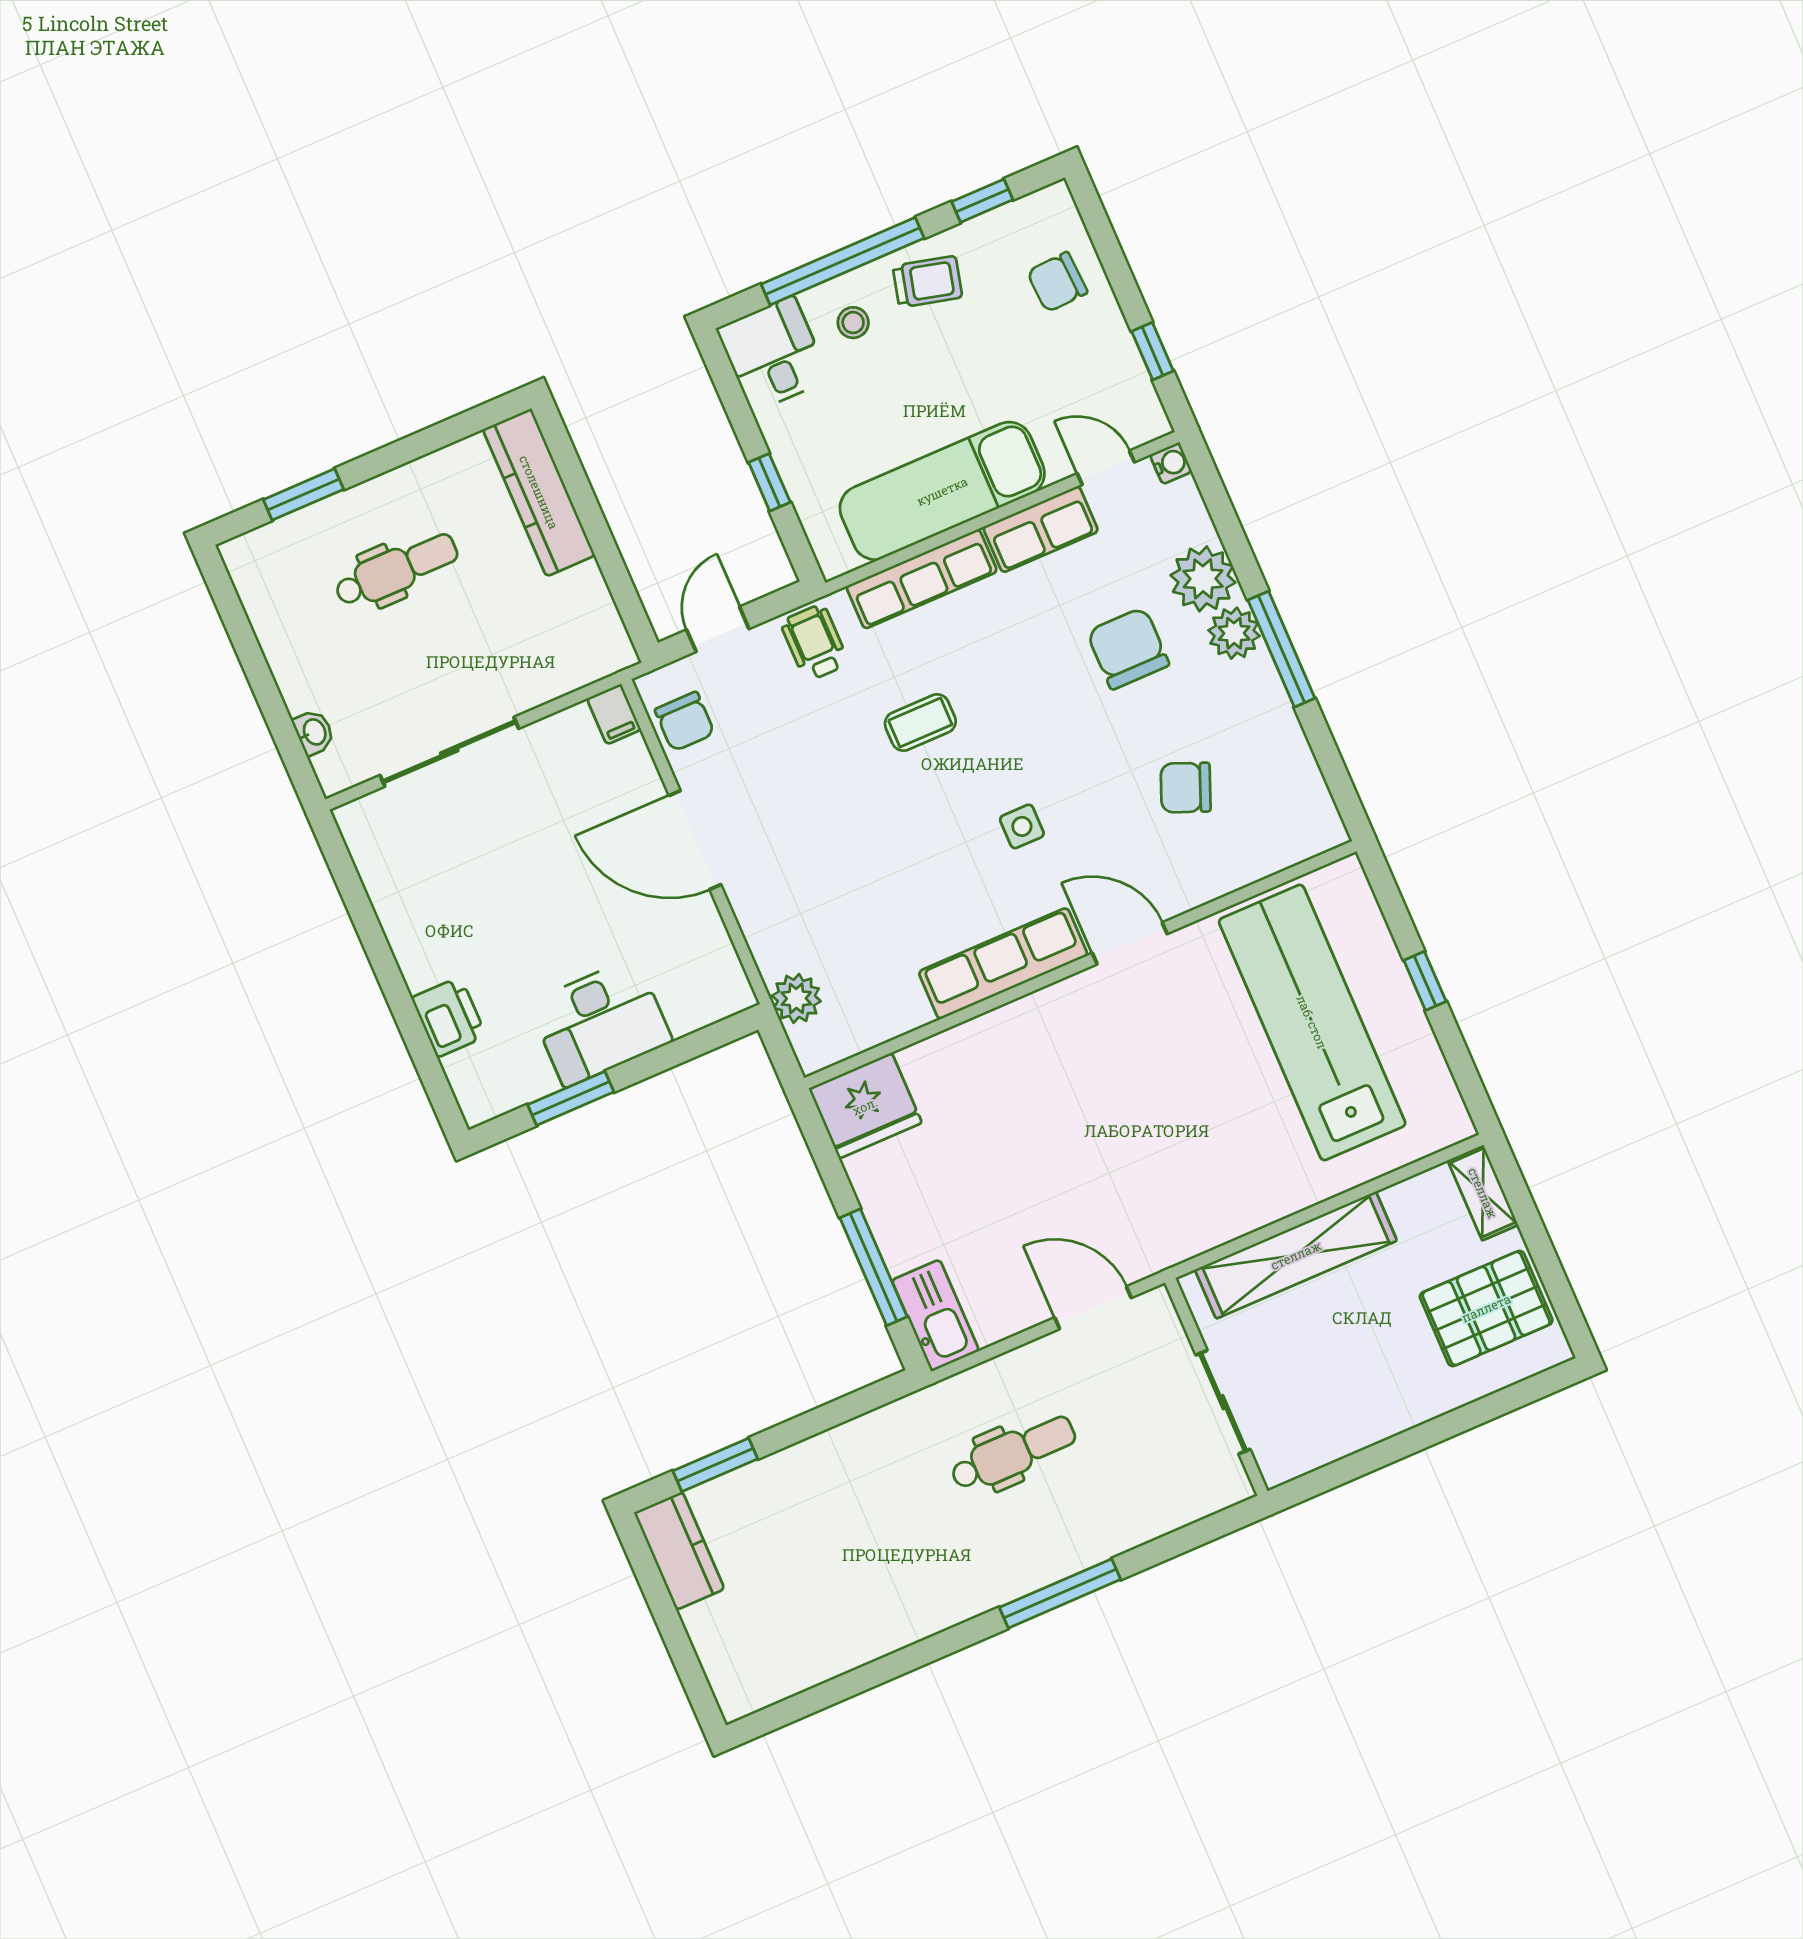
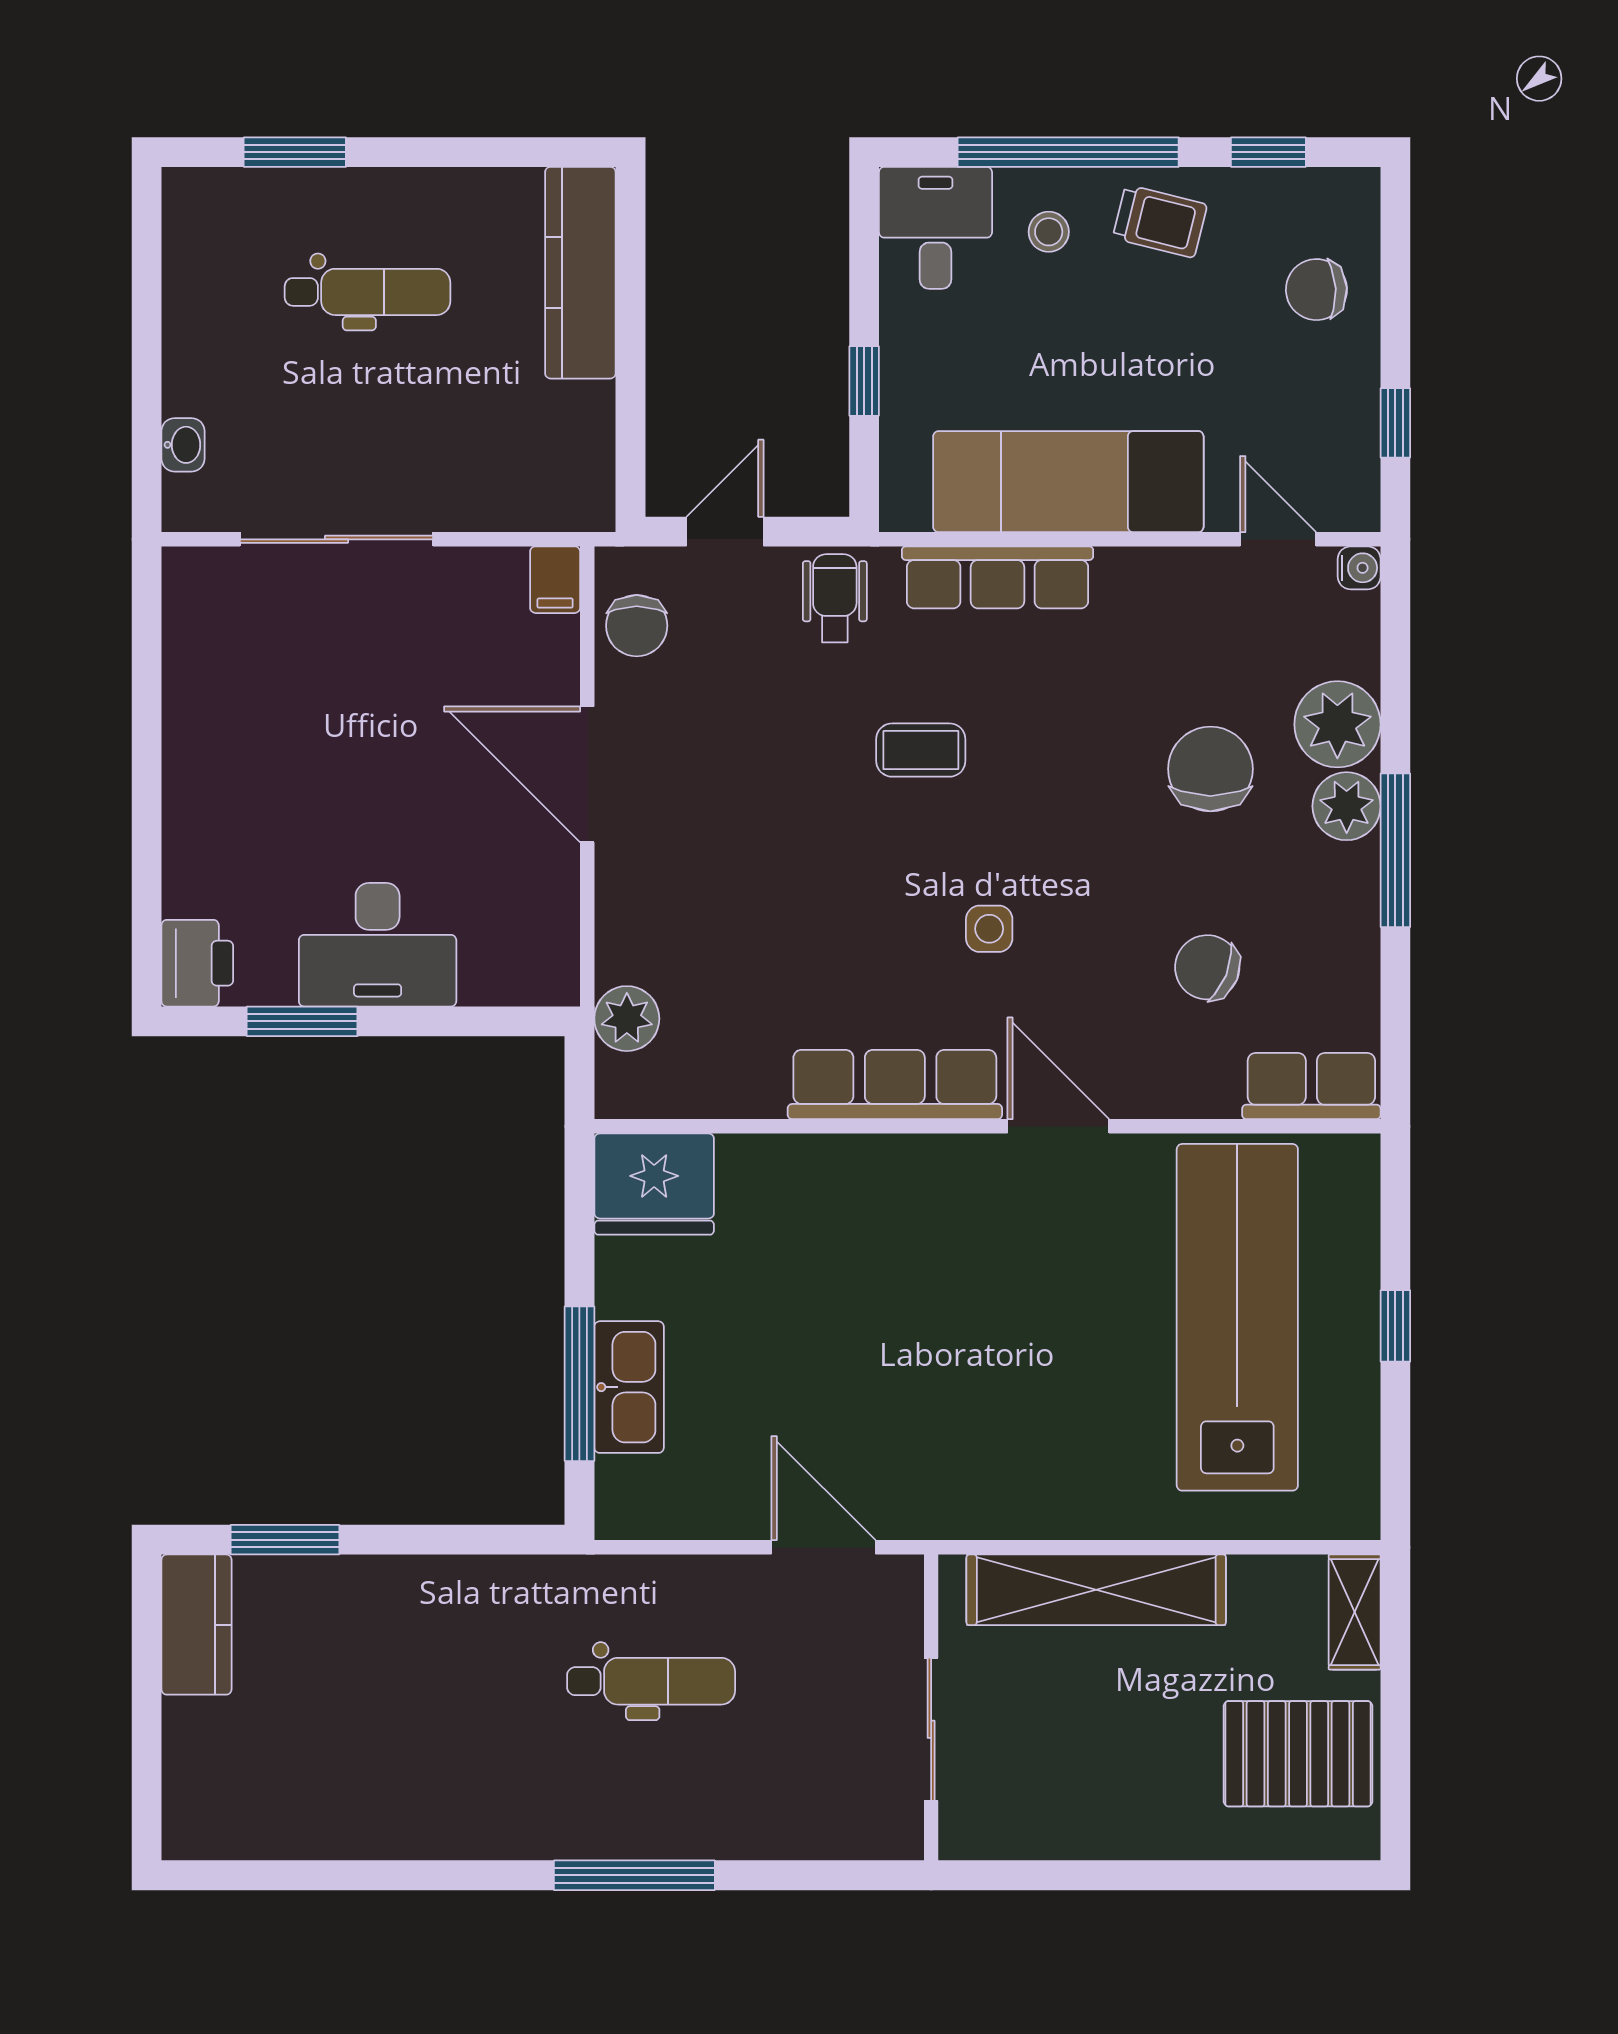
row of seats: (1041, 529) -> (1311, 1086), moved, turned 180
printer: (449, 1017) -> (197, 963), moved
kitchen sink: (935, 1316) -> (629, 1387), moved

